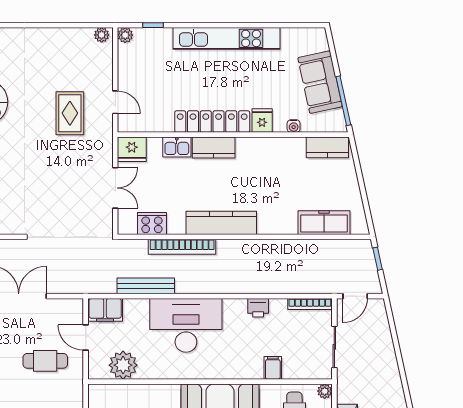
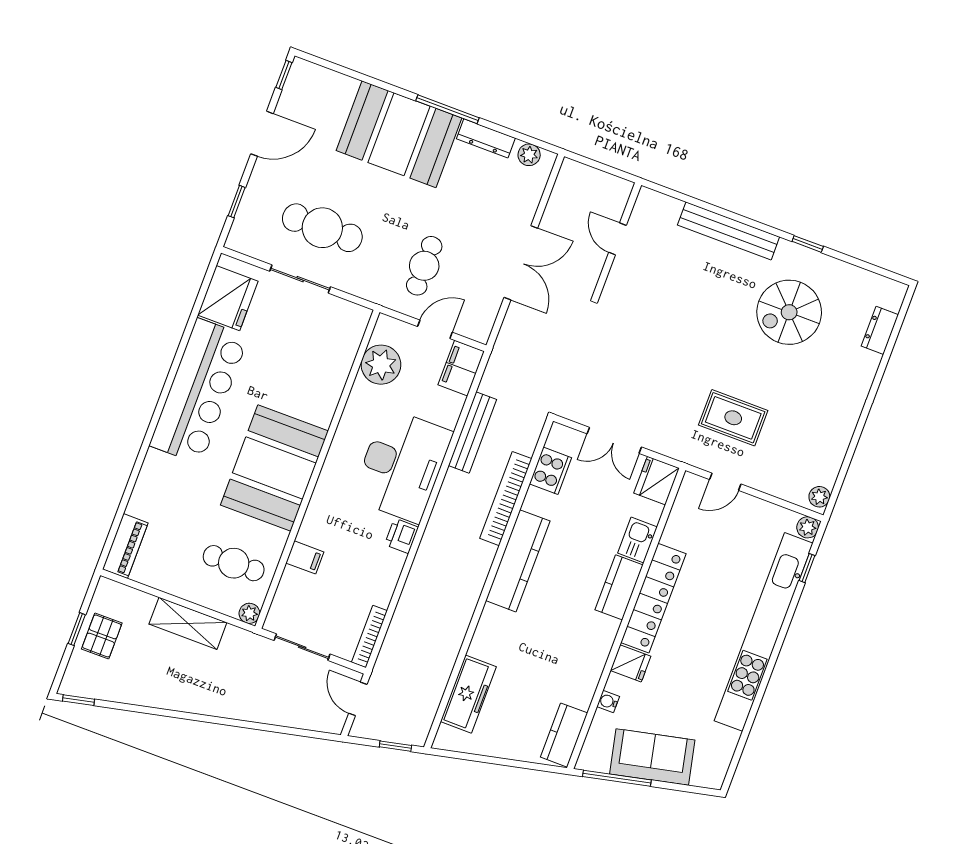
kitchen unit: (226, 38) -> (764, 632), width x1.36
printer: (258, 308) -> (402, 536), moved

